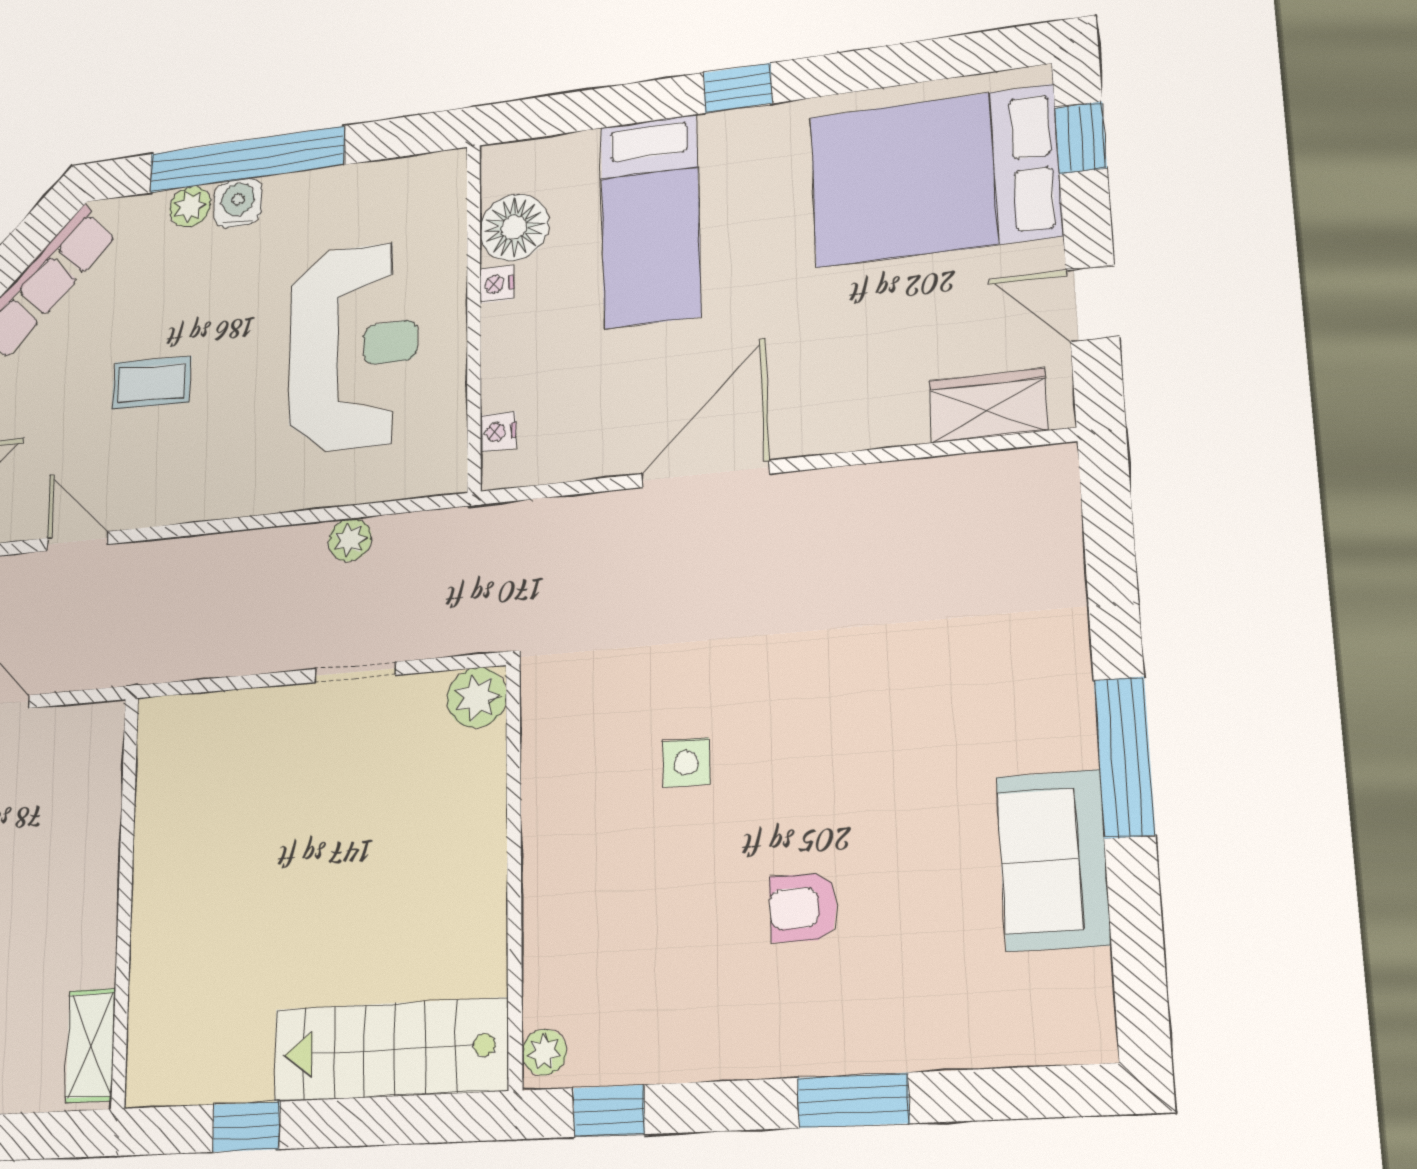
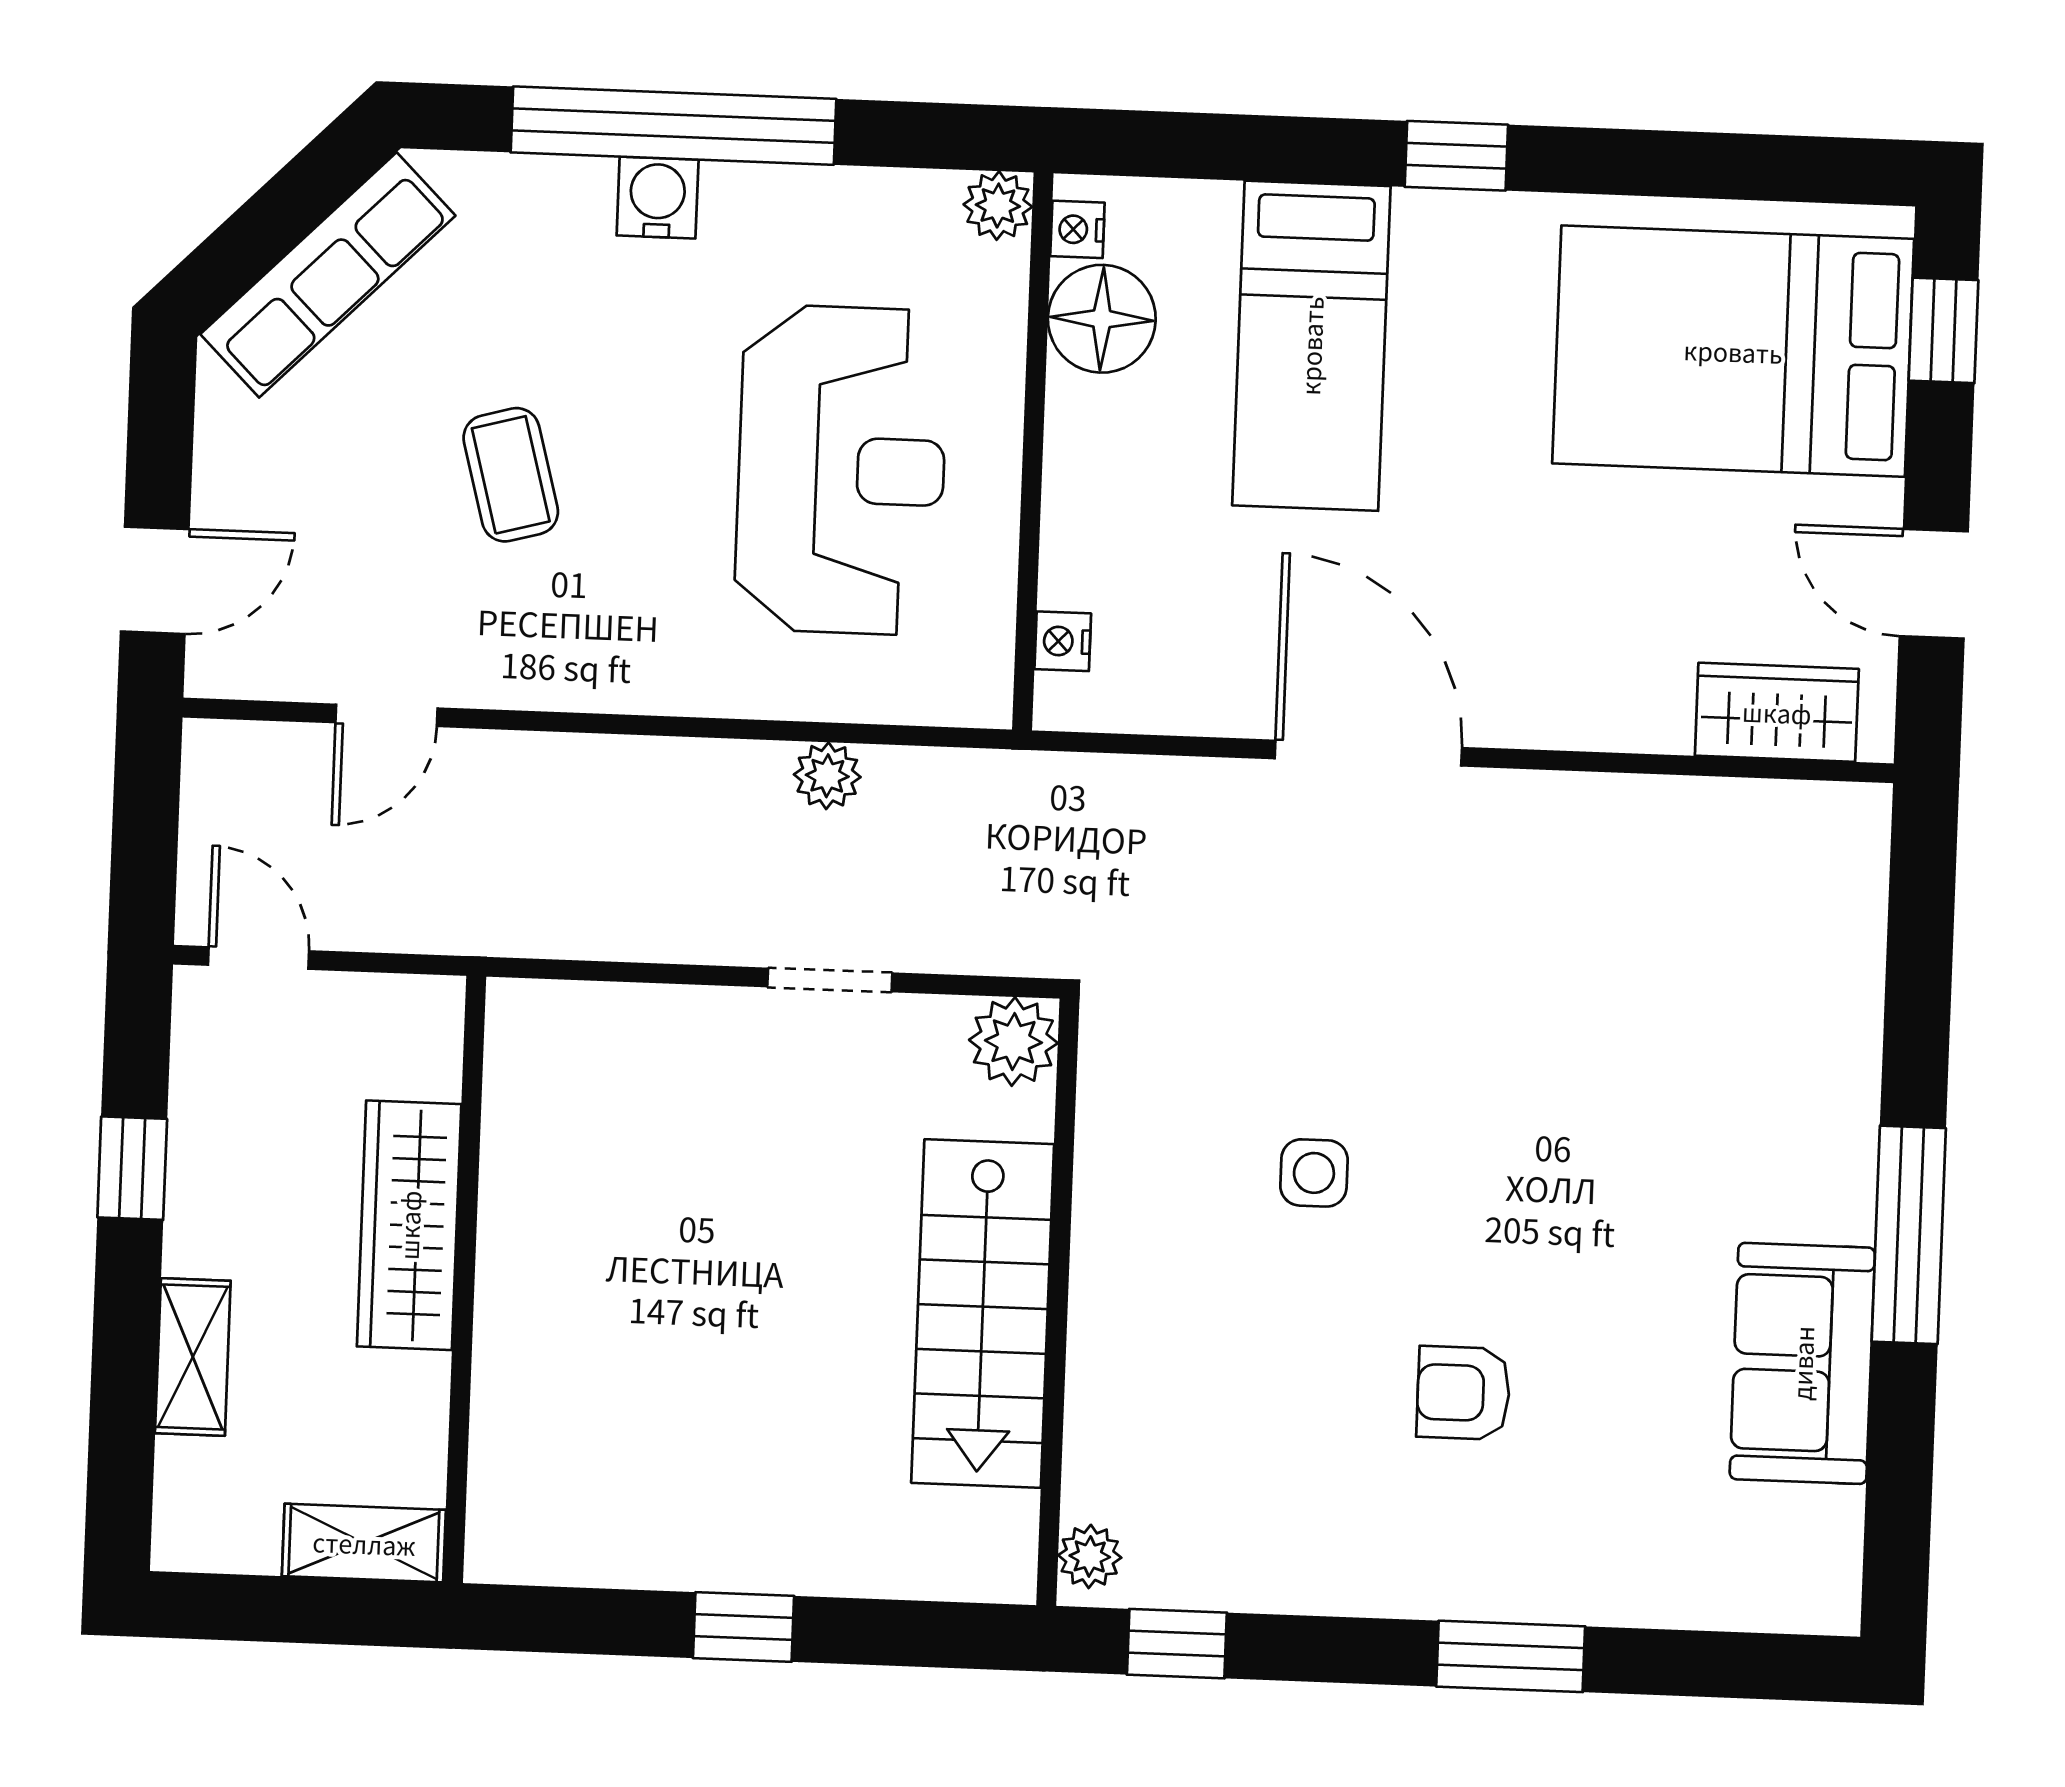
plant: (190, 207) -> (998, 206), moved
nightstand: (497, 284) -> (1077, 229), moved
coffee table: (152, 383) -> (511, 475), turned 73
door: (705, 474) -> (1368, 753), hinge flipped
door: (77, 541) -> (387, 715), swing flipped
wardrobe: (90, 867) -> (409, 1225), added
shelving: (91, 1045) -> (364, 1543), moved, turned 90
stairs: (390, 1050) -> (983, 1313), moved, turned -90
window: (246, 1127) -> (744, 1627), moved

